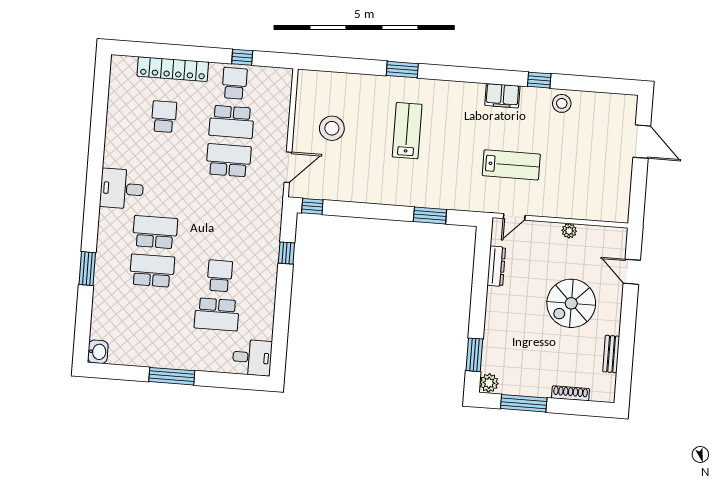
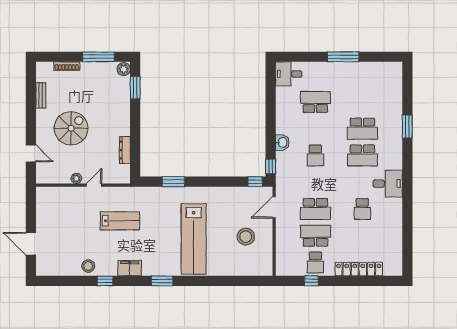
window: (402, 70) -> (162, 281), moved
school desk: (164, 117) -> (362, 209), moved
lab bench: (407, 131) -> (194, 239), width x1.86, depth x1.39
lab bench: (511, 165) -> (120, 221), turned 180
door: (514, 217) -> (94, 185), moved
window: (286, 253) -> (271, 166), moved
school desk: (220, 276) -> (315, 155), moved
washbasin: (98, 352) -> (282, 142), moved, turned 180

